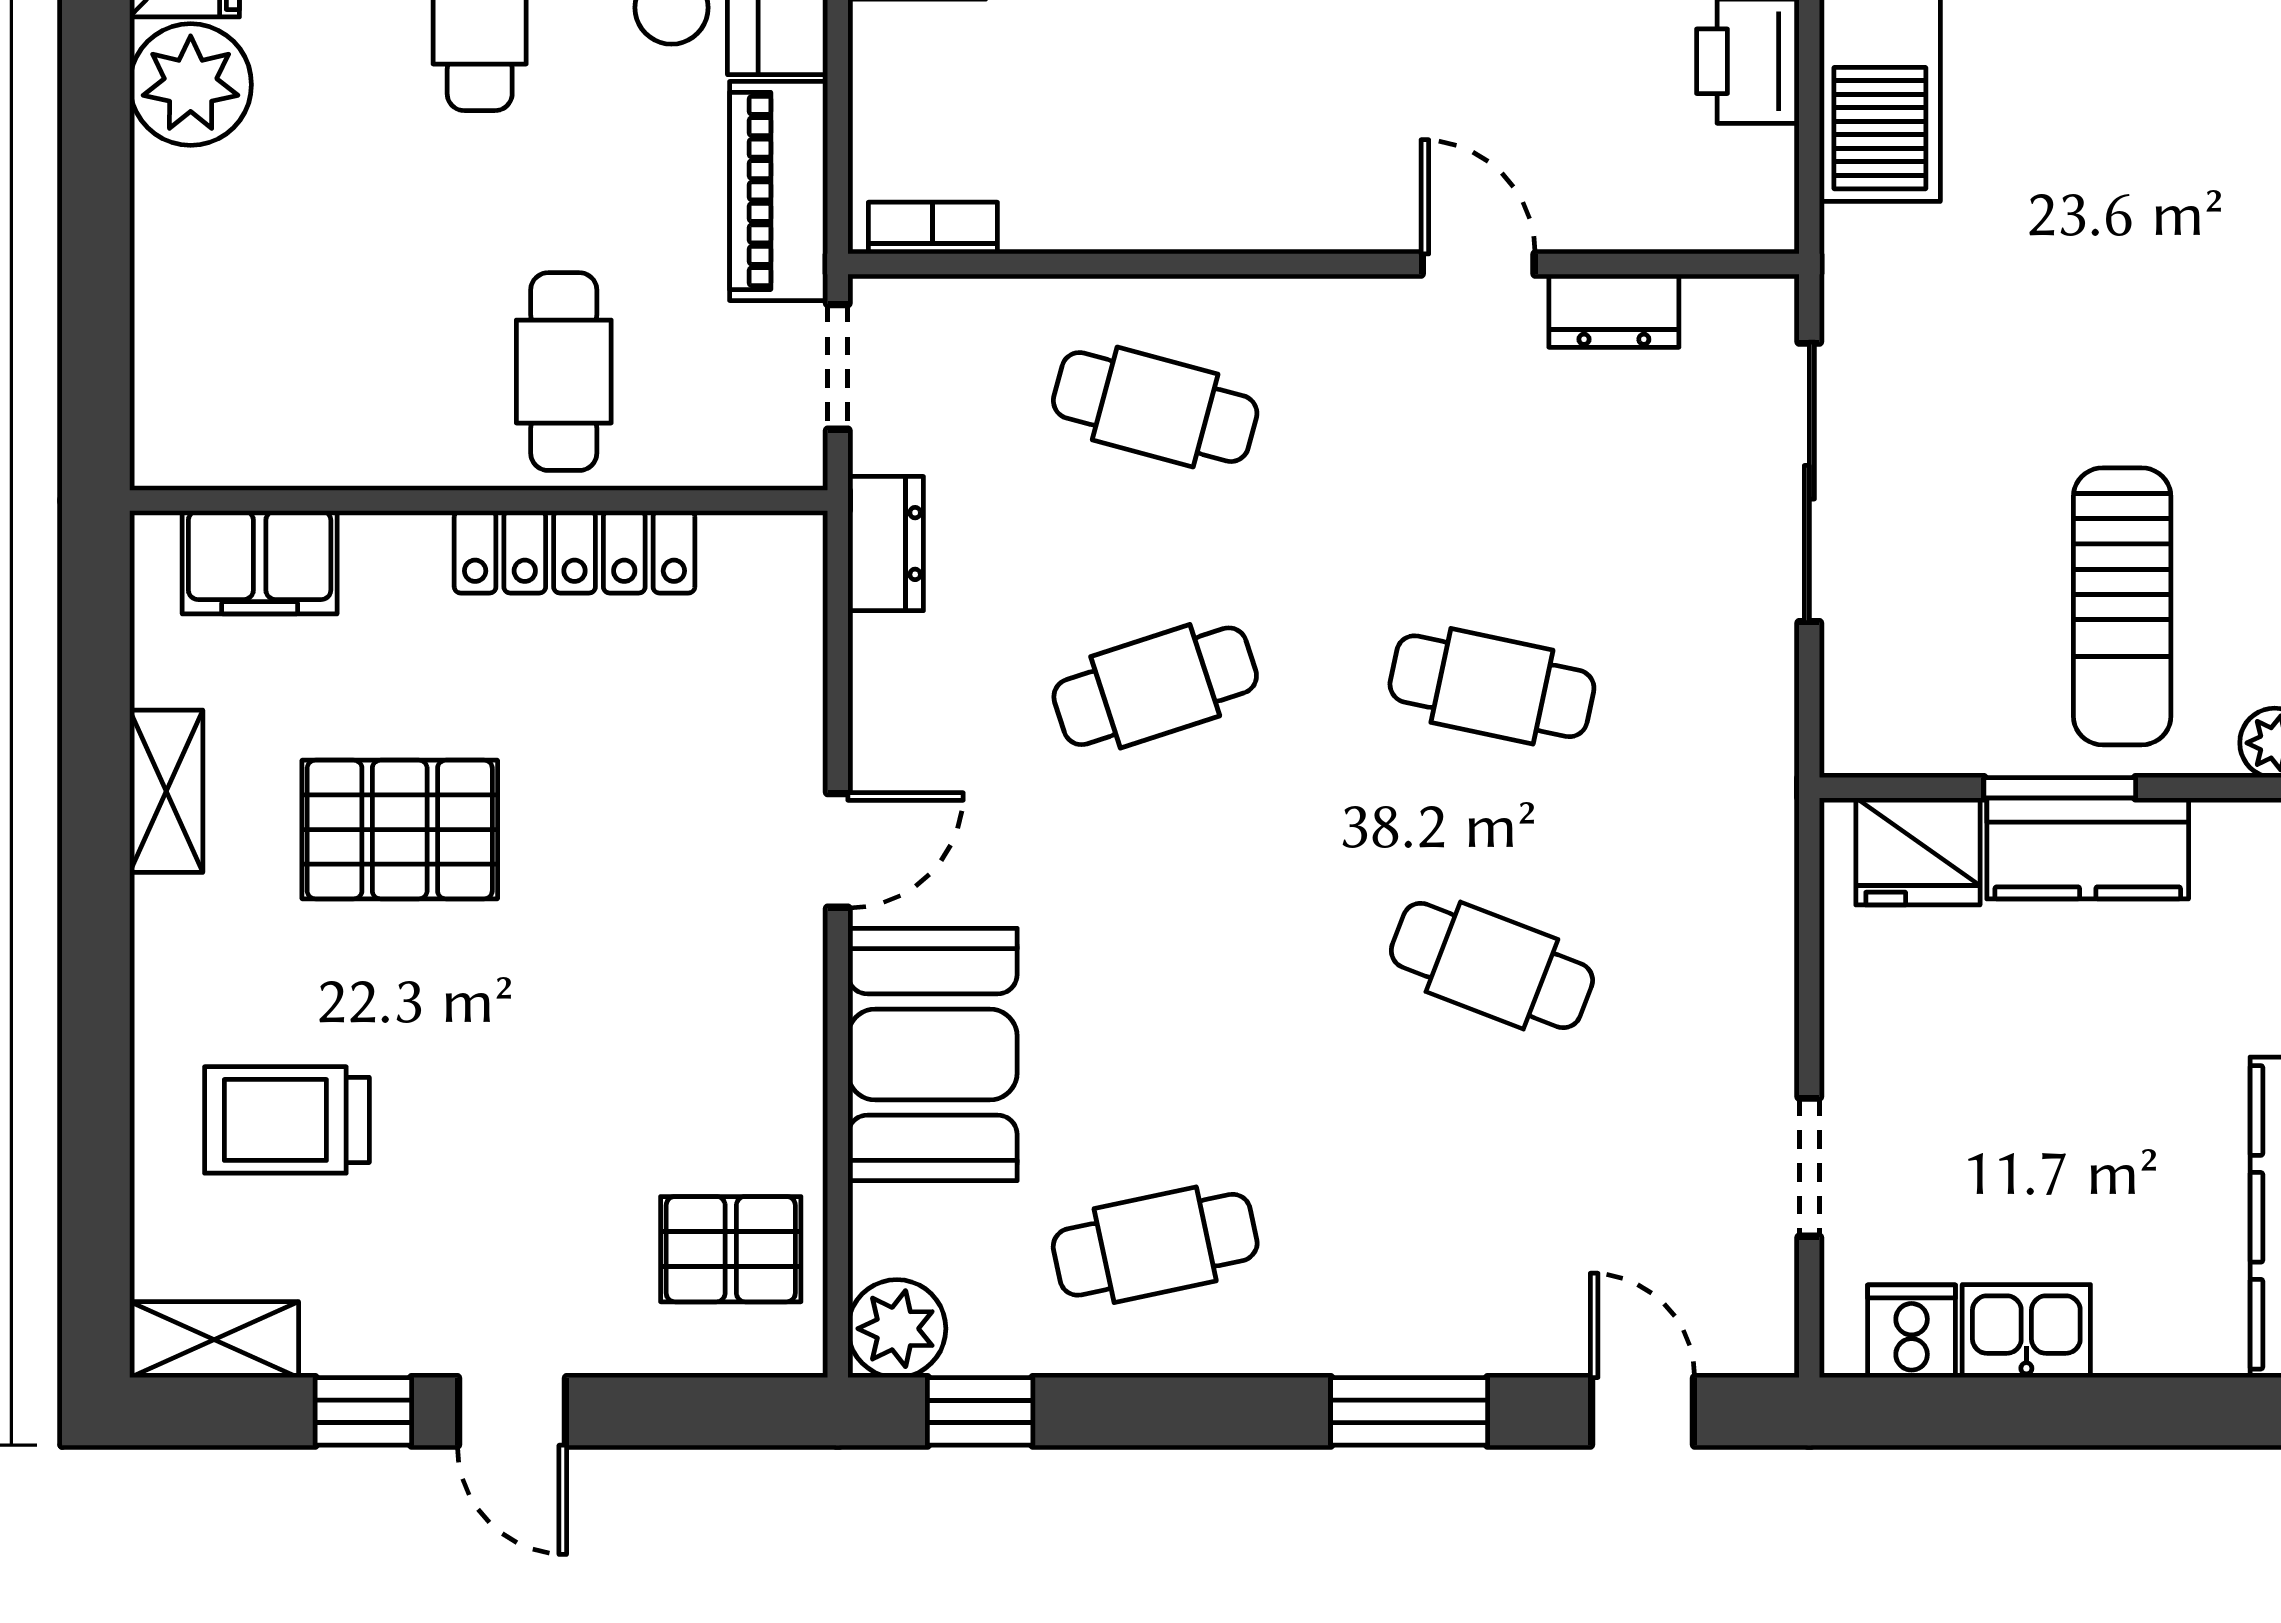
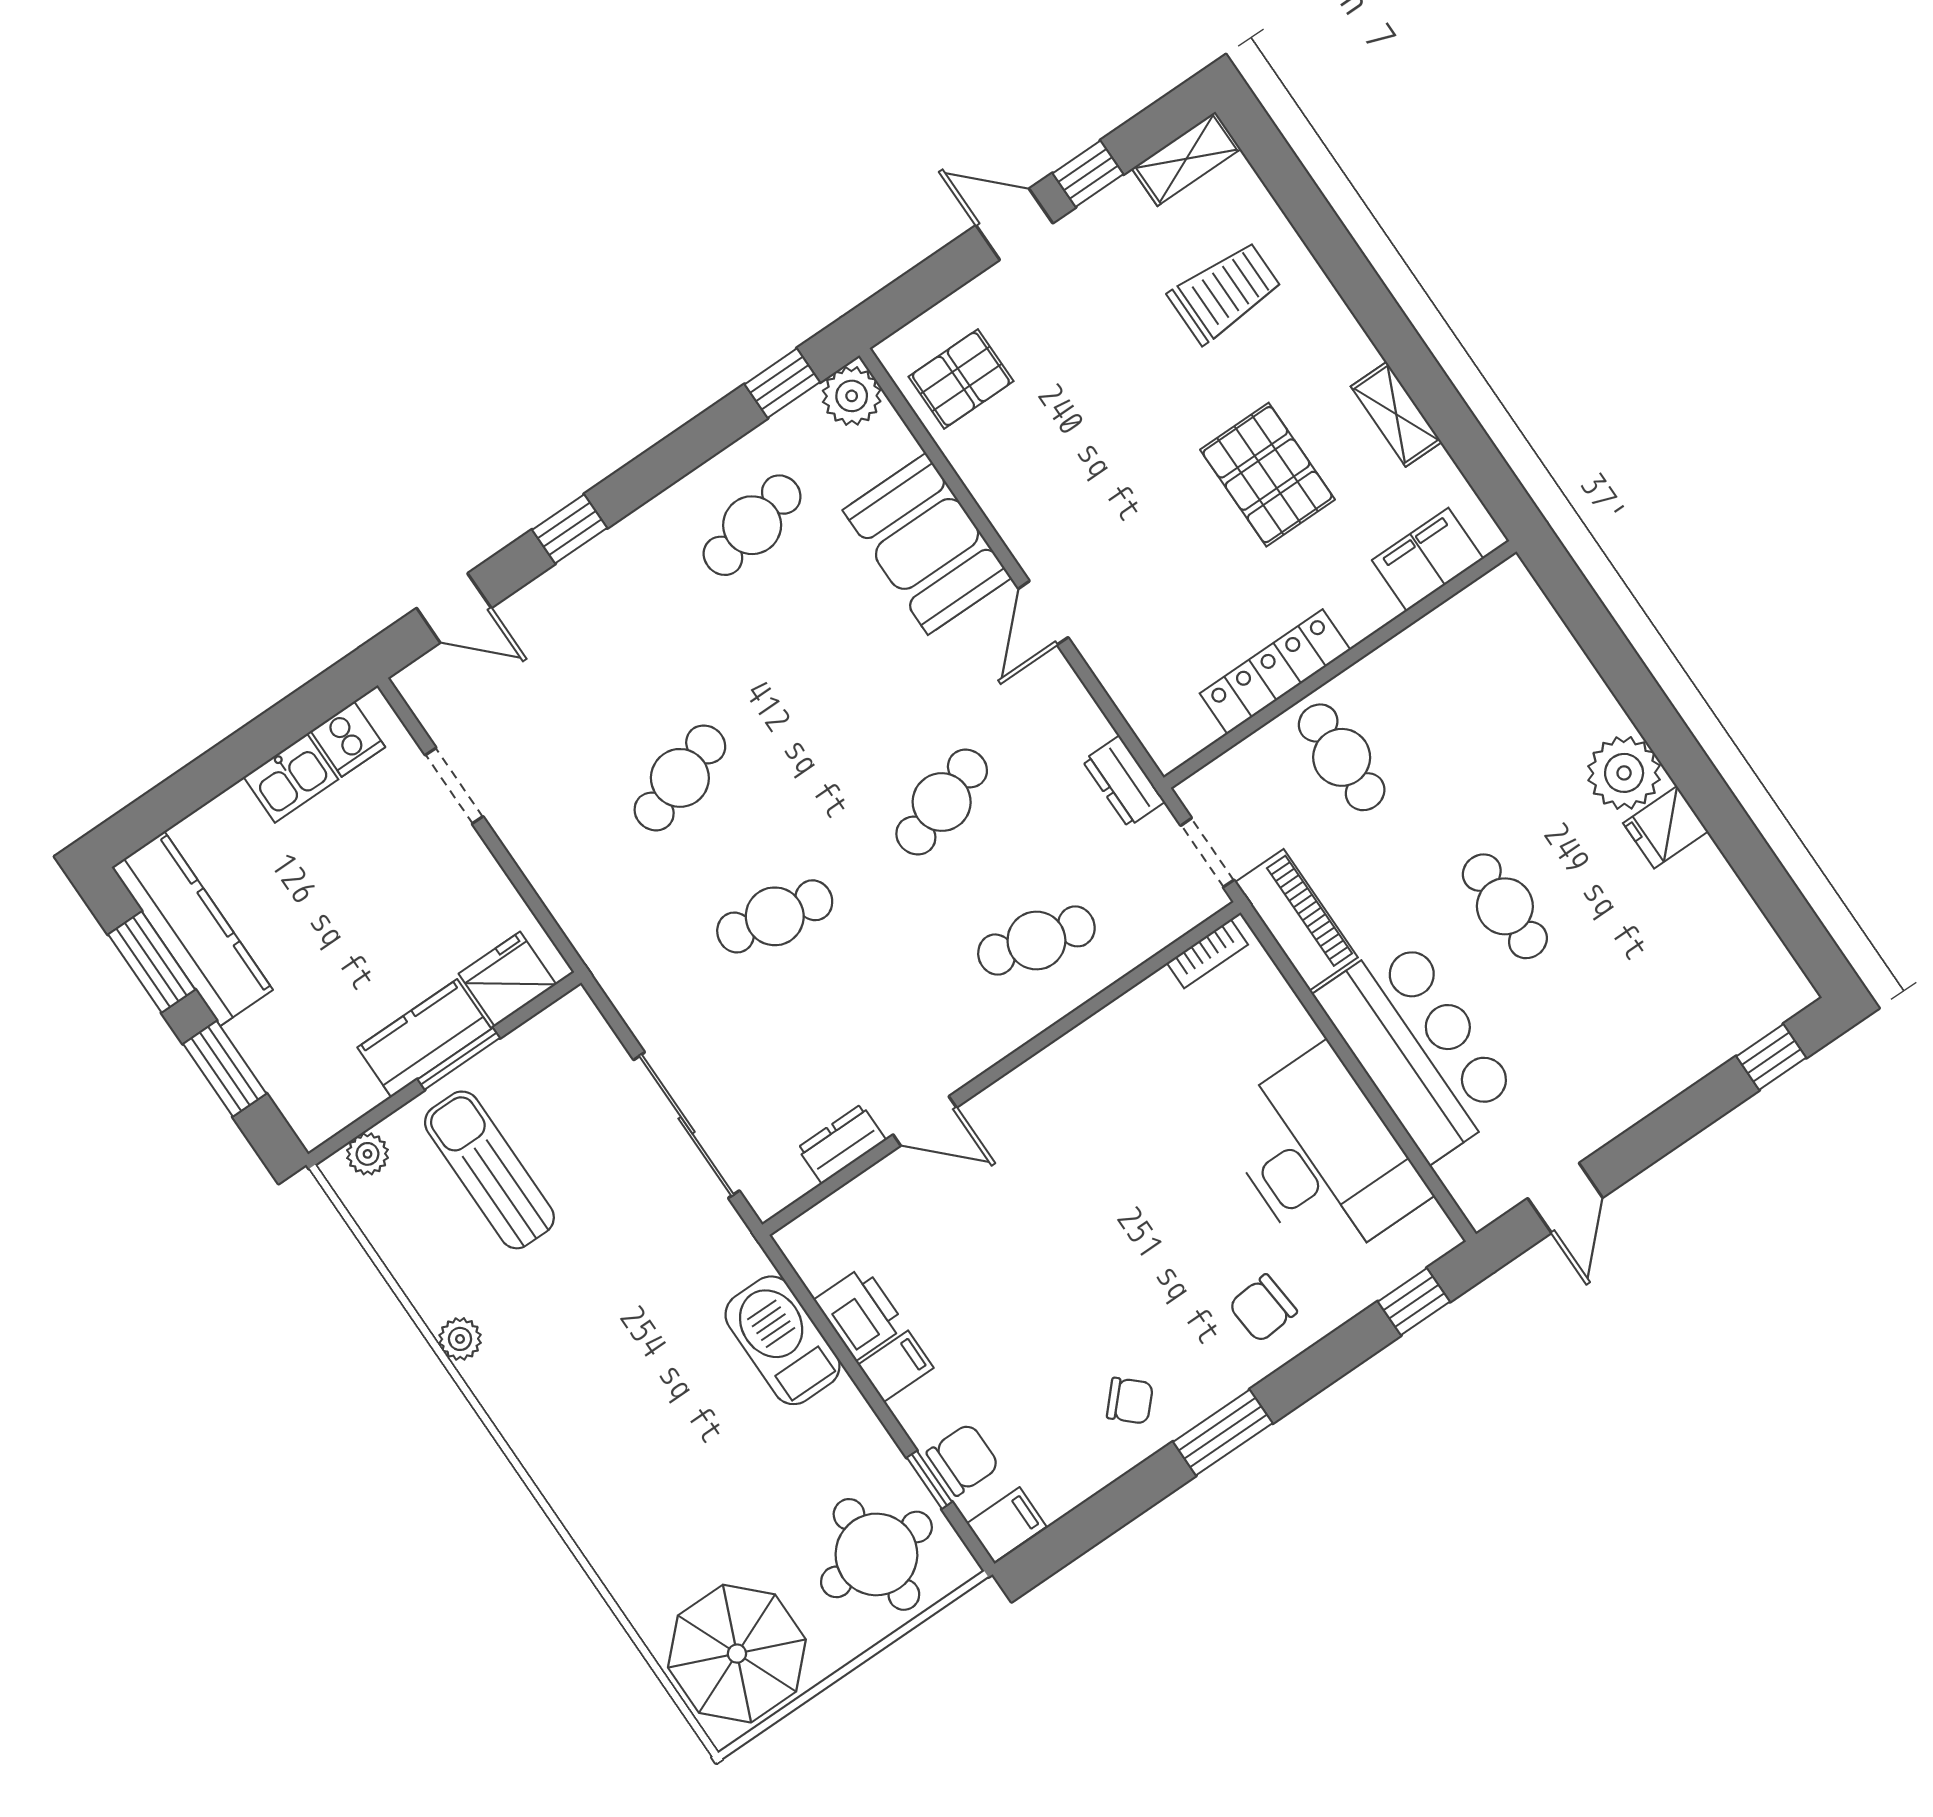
pallet: (400, 830) -> (1267, 475), turned 90
cafe table: (1492, 966) -> (680, 778), turned -39
window: (1409, 1411) -> (570, 529), width x0.67

